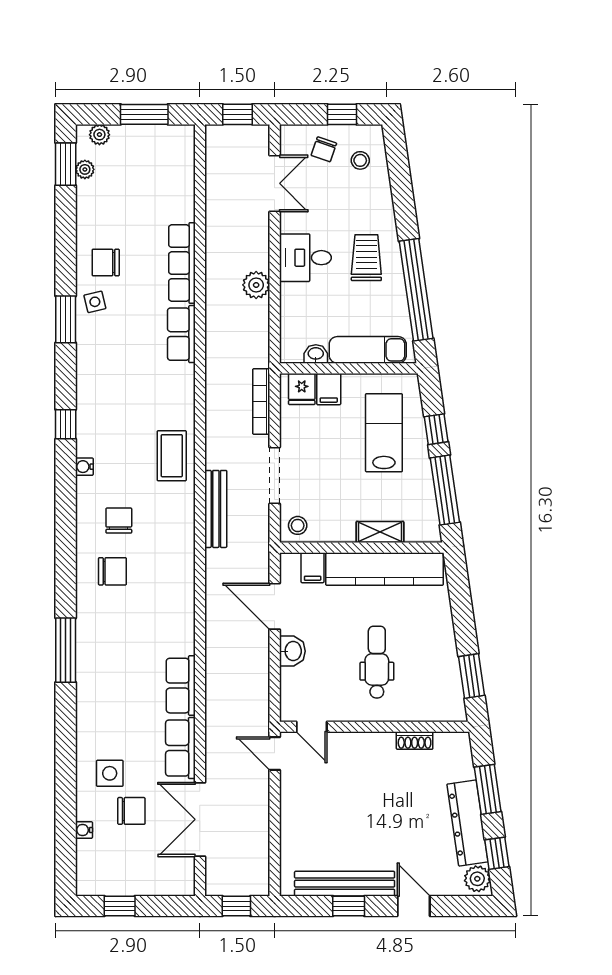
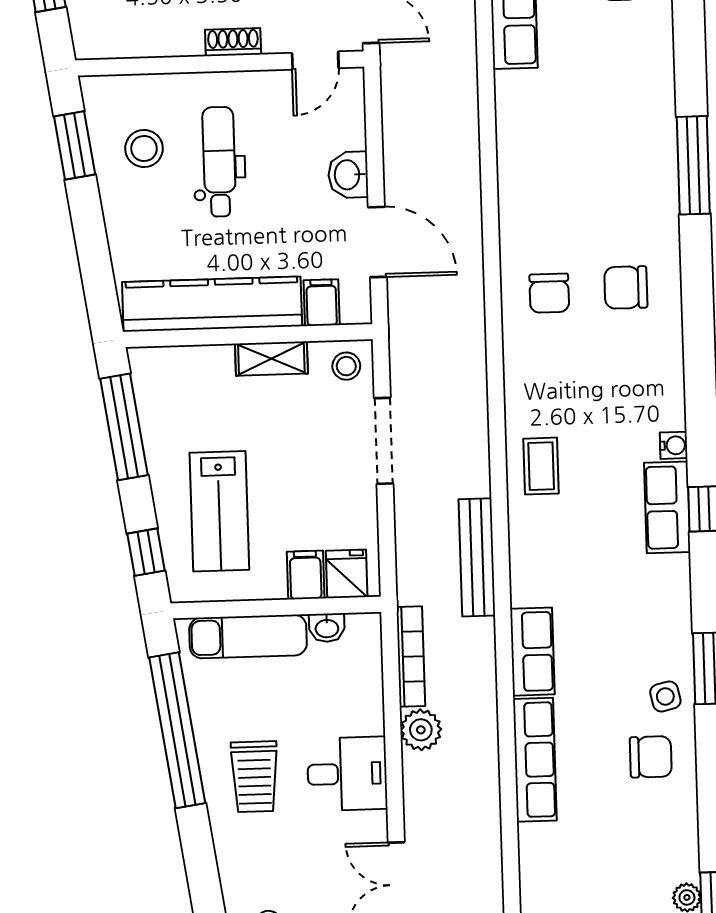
bookcase: (261, 401) -> (411, 656), moved
window: (436, 429) -> (146, 552), moved
coffee table: (172, 456) -> (541, 466), width x0.73, depth x0.77
bench: (216, 509) -> (477, 557), moved
chair: (119, 521) -> (549, 293), moved
shelving: (380, 532) -> (271, 359), moved
dental chair: (377, 662) -> (219, 162), turned 180
stool: (426, 673) -> (144, 148), added
row of seats: (181, 686) -> (667, 507), moved, turned 180
door: (312, 727) -> (315, 61), swing flipped
shoe rack: (415, 741) -> (233, 42), moved

